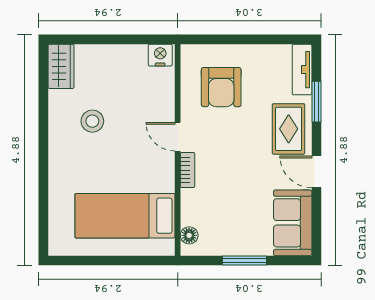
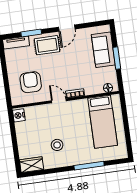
armchair: (221, 87) -> (31, 82), turned -90
door: (178, 137) -> (59, 101), swing flipped
window: (43, 177) -> (89, 166), added
sofa: (293, 223) -> (103, 50), moved, turned 90

